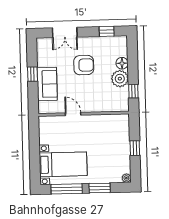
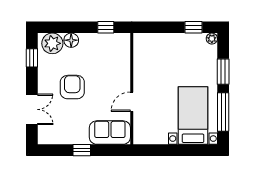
plant: (120, 79) -> (52, 43), moved
sofa: (47, 84) -> (110, 133), moved
window: (135, 148) -> (194, 27), moved

